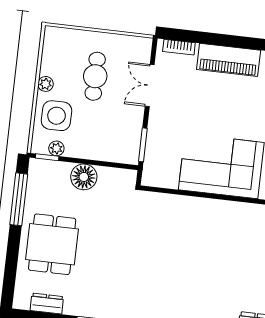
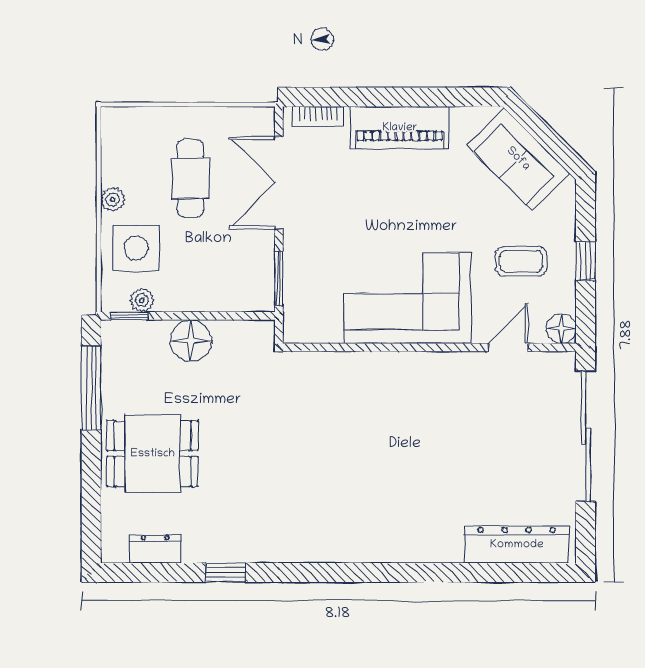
double door: (150, 85) -> (279, 183), width x1.37
dining table: (52, 244) -> (153, 454), turned 90

